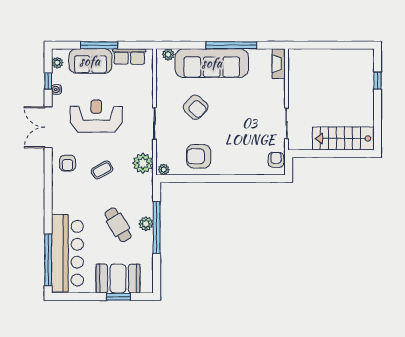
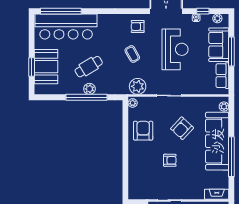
armchair: (276, 160) -> (170, 160), moved

